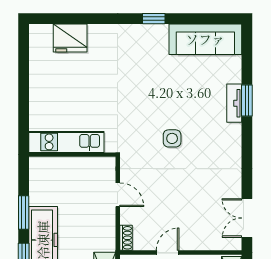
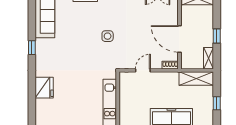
fridge: (70, 38) -> (44, 88), moved
door: (168, 253) -> (179, 39), width x1.88

